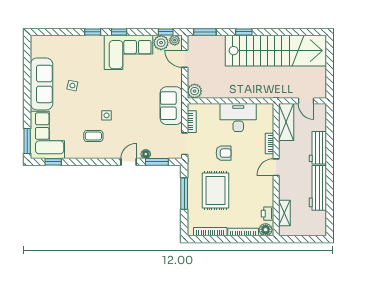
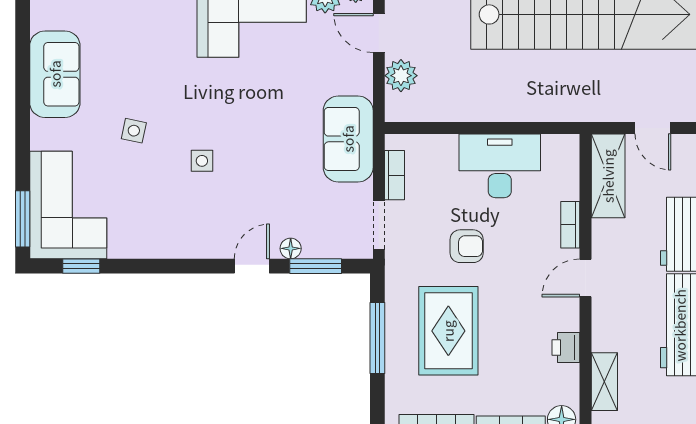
sofa: (42, 84) -> (55, 74), width x0.73
side table: (72, 86) -> (134, 131), moved
plant: (195, 91) -> (401, 76), moved
coffee table: (93, 136) -> (172, 208), removed
printer: (267, 214) -> (566, 348), moved

